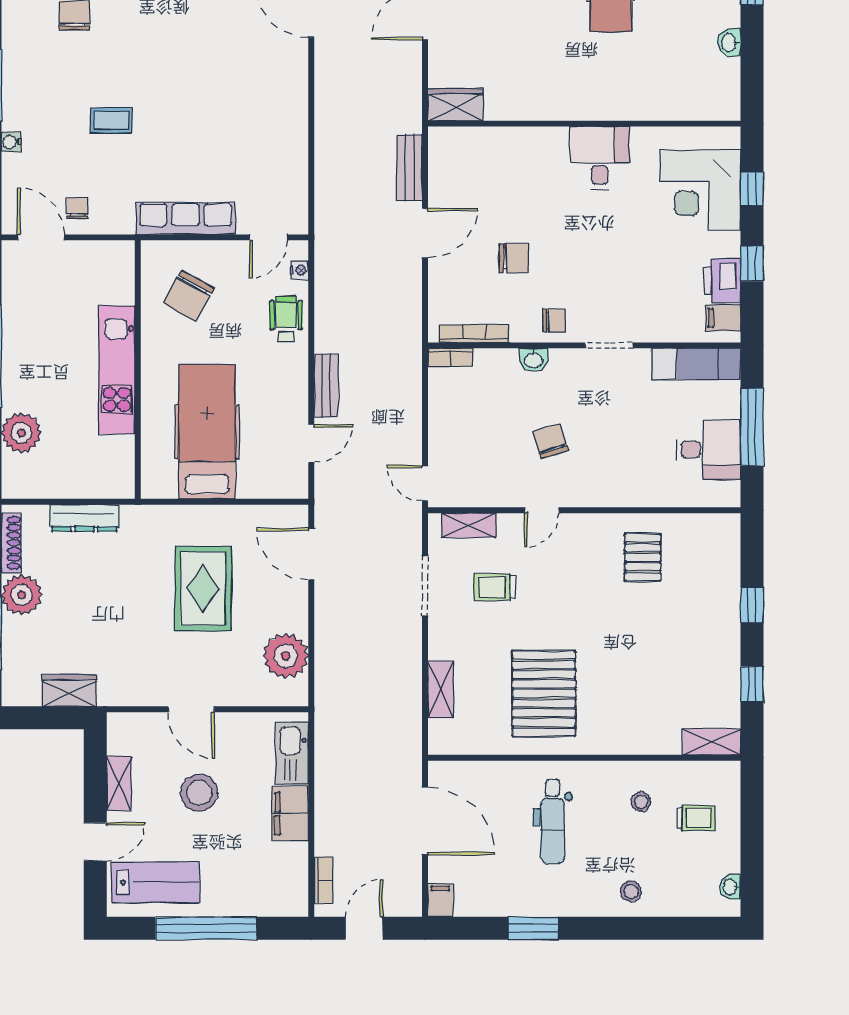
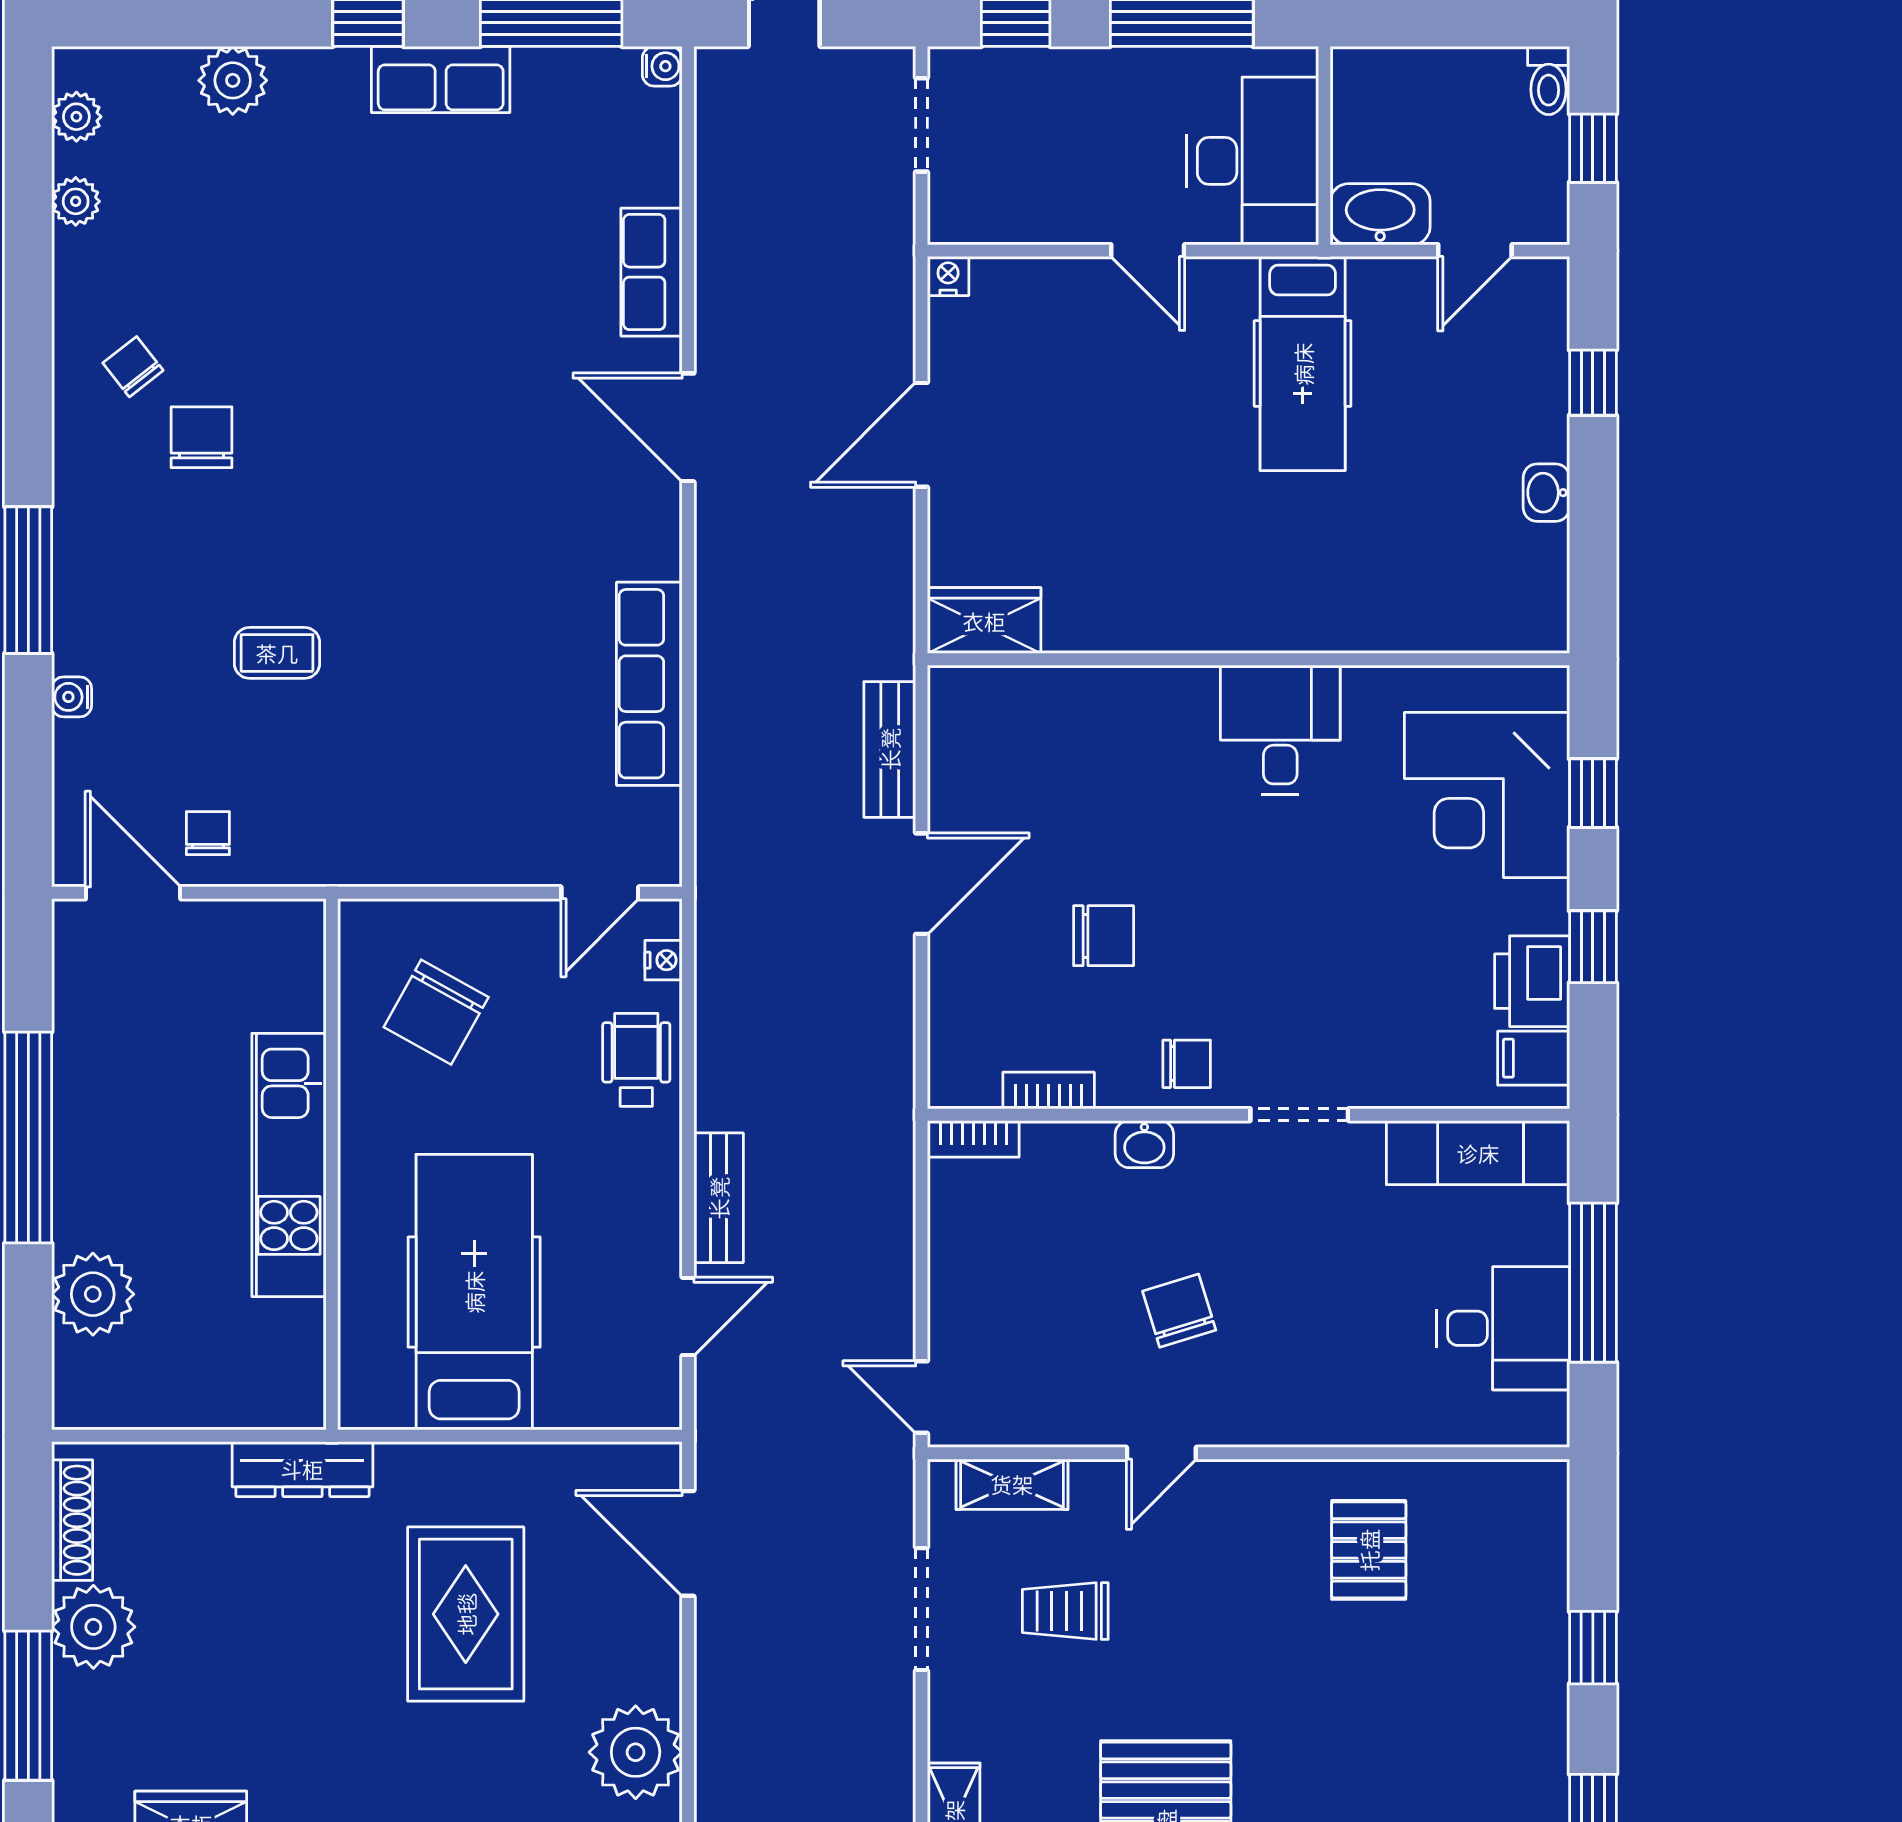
row of seats: (186, 219) -> (649, 684), moved, turned -90
bookcase: (474, 334) -> (1049, 1091), width x0.64
dresser: (84, 518) -> (302, 1469), moved

